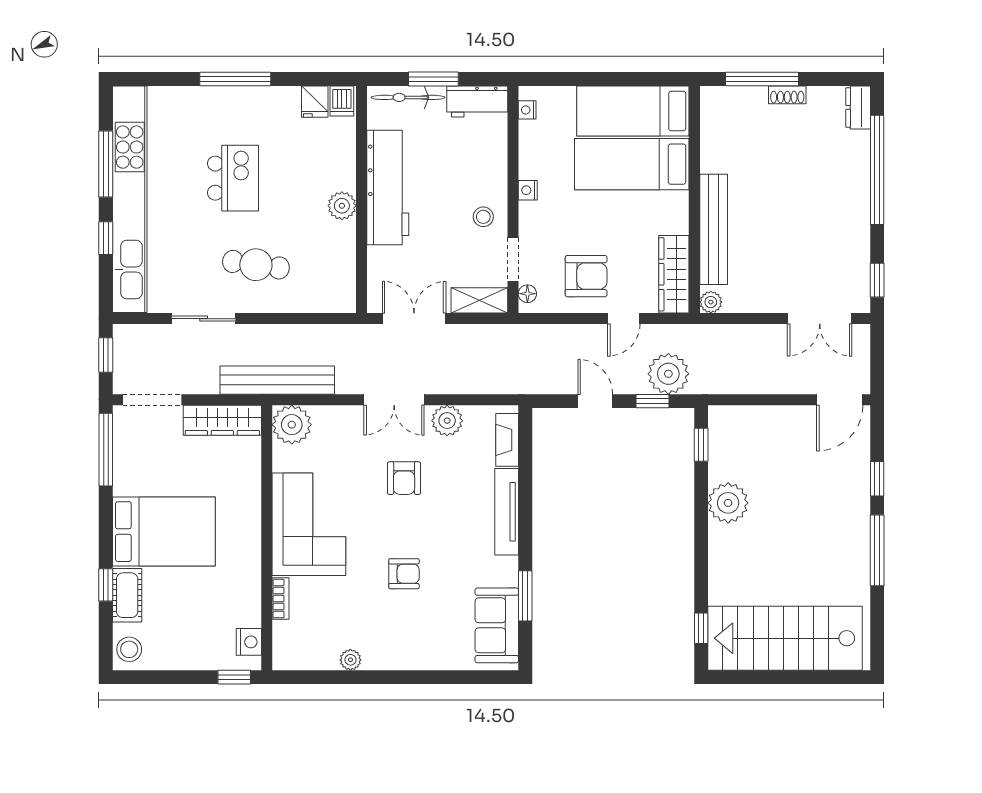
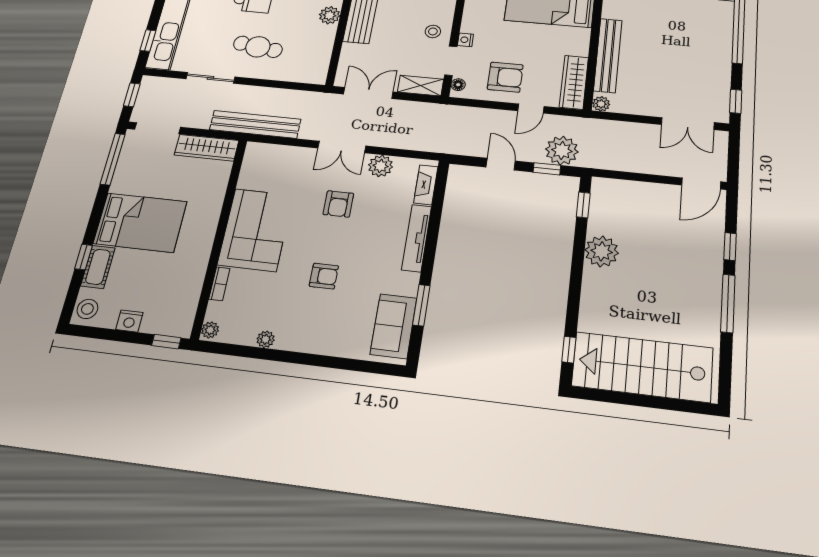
nightstand: (528, 190) -> (465, 40), moved
window: (106, 238) -> (148, 41), moved
plant: (292, 425) -> (210, 330), moved, width x0.53, depth x0.53
nightstand: (249, 642) -> (129, 321), moved, turned 90

